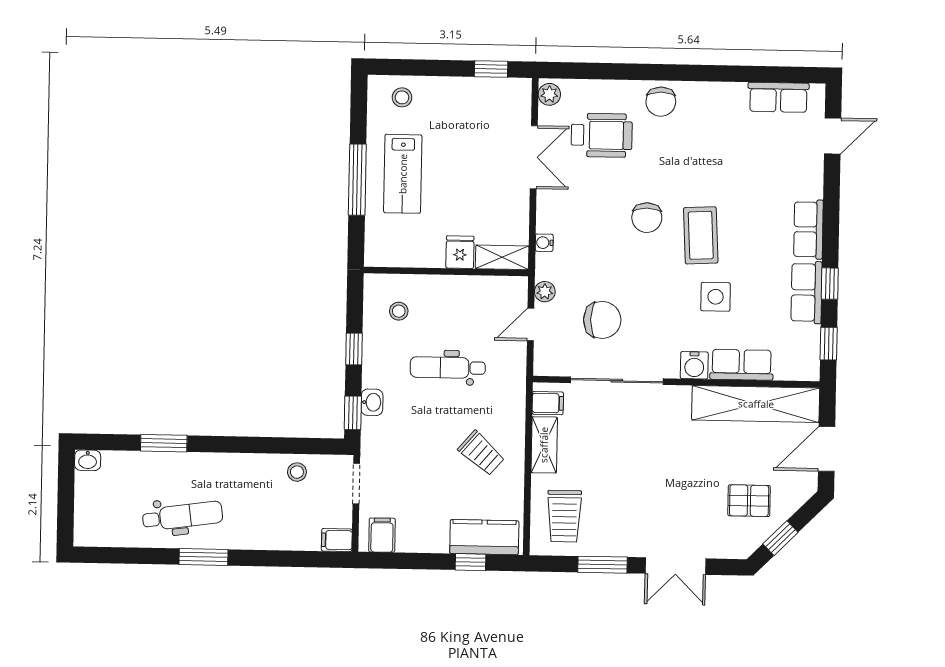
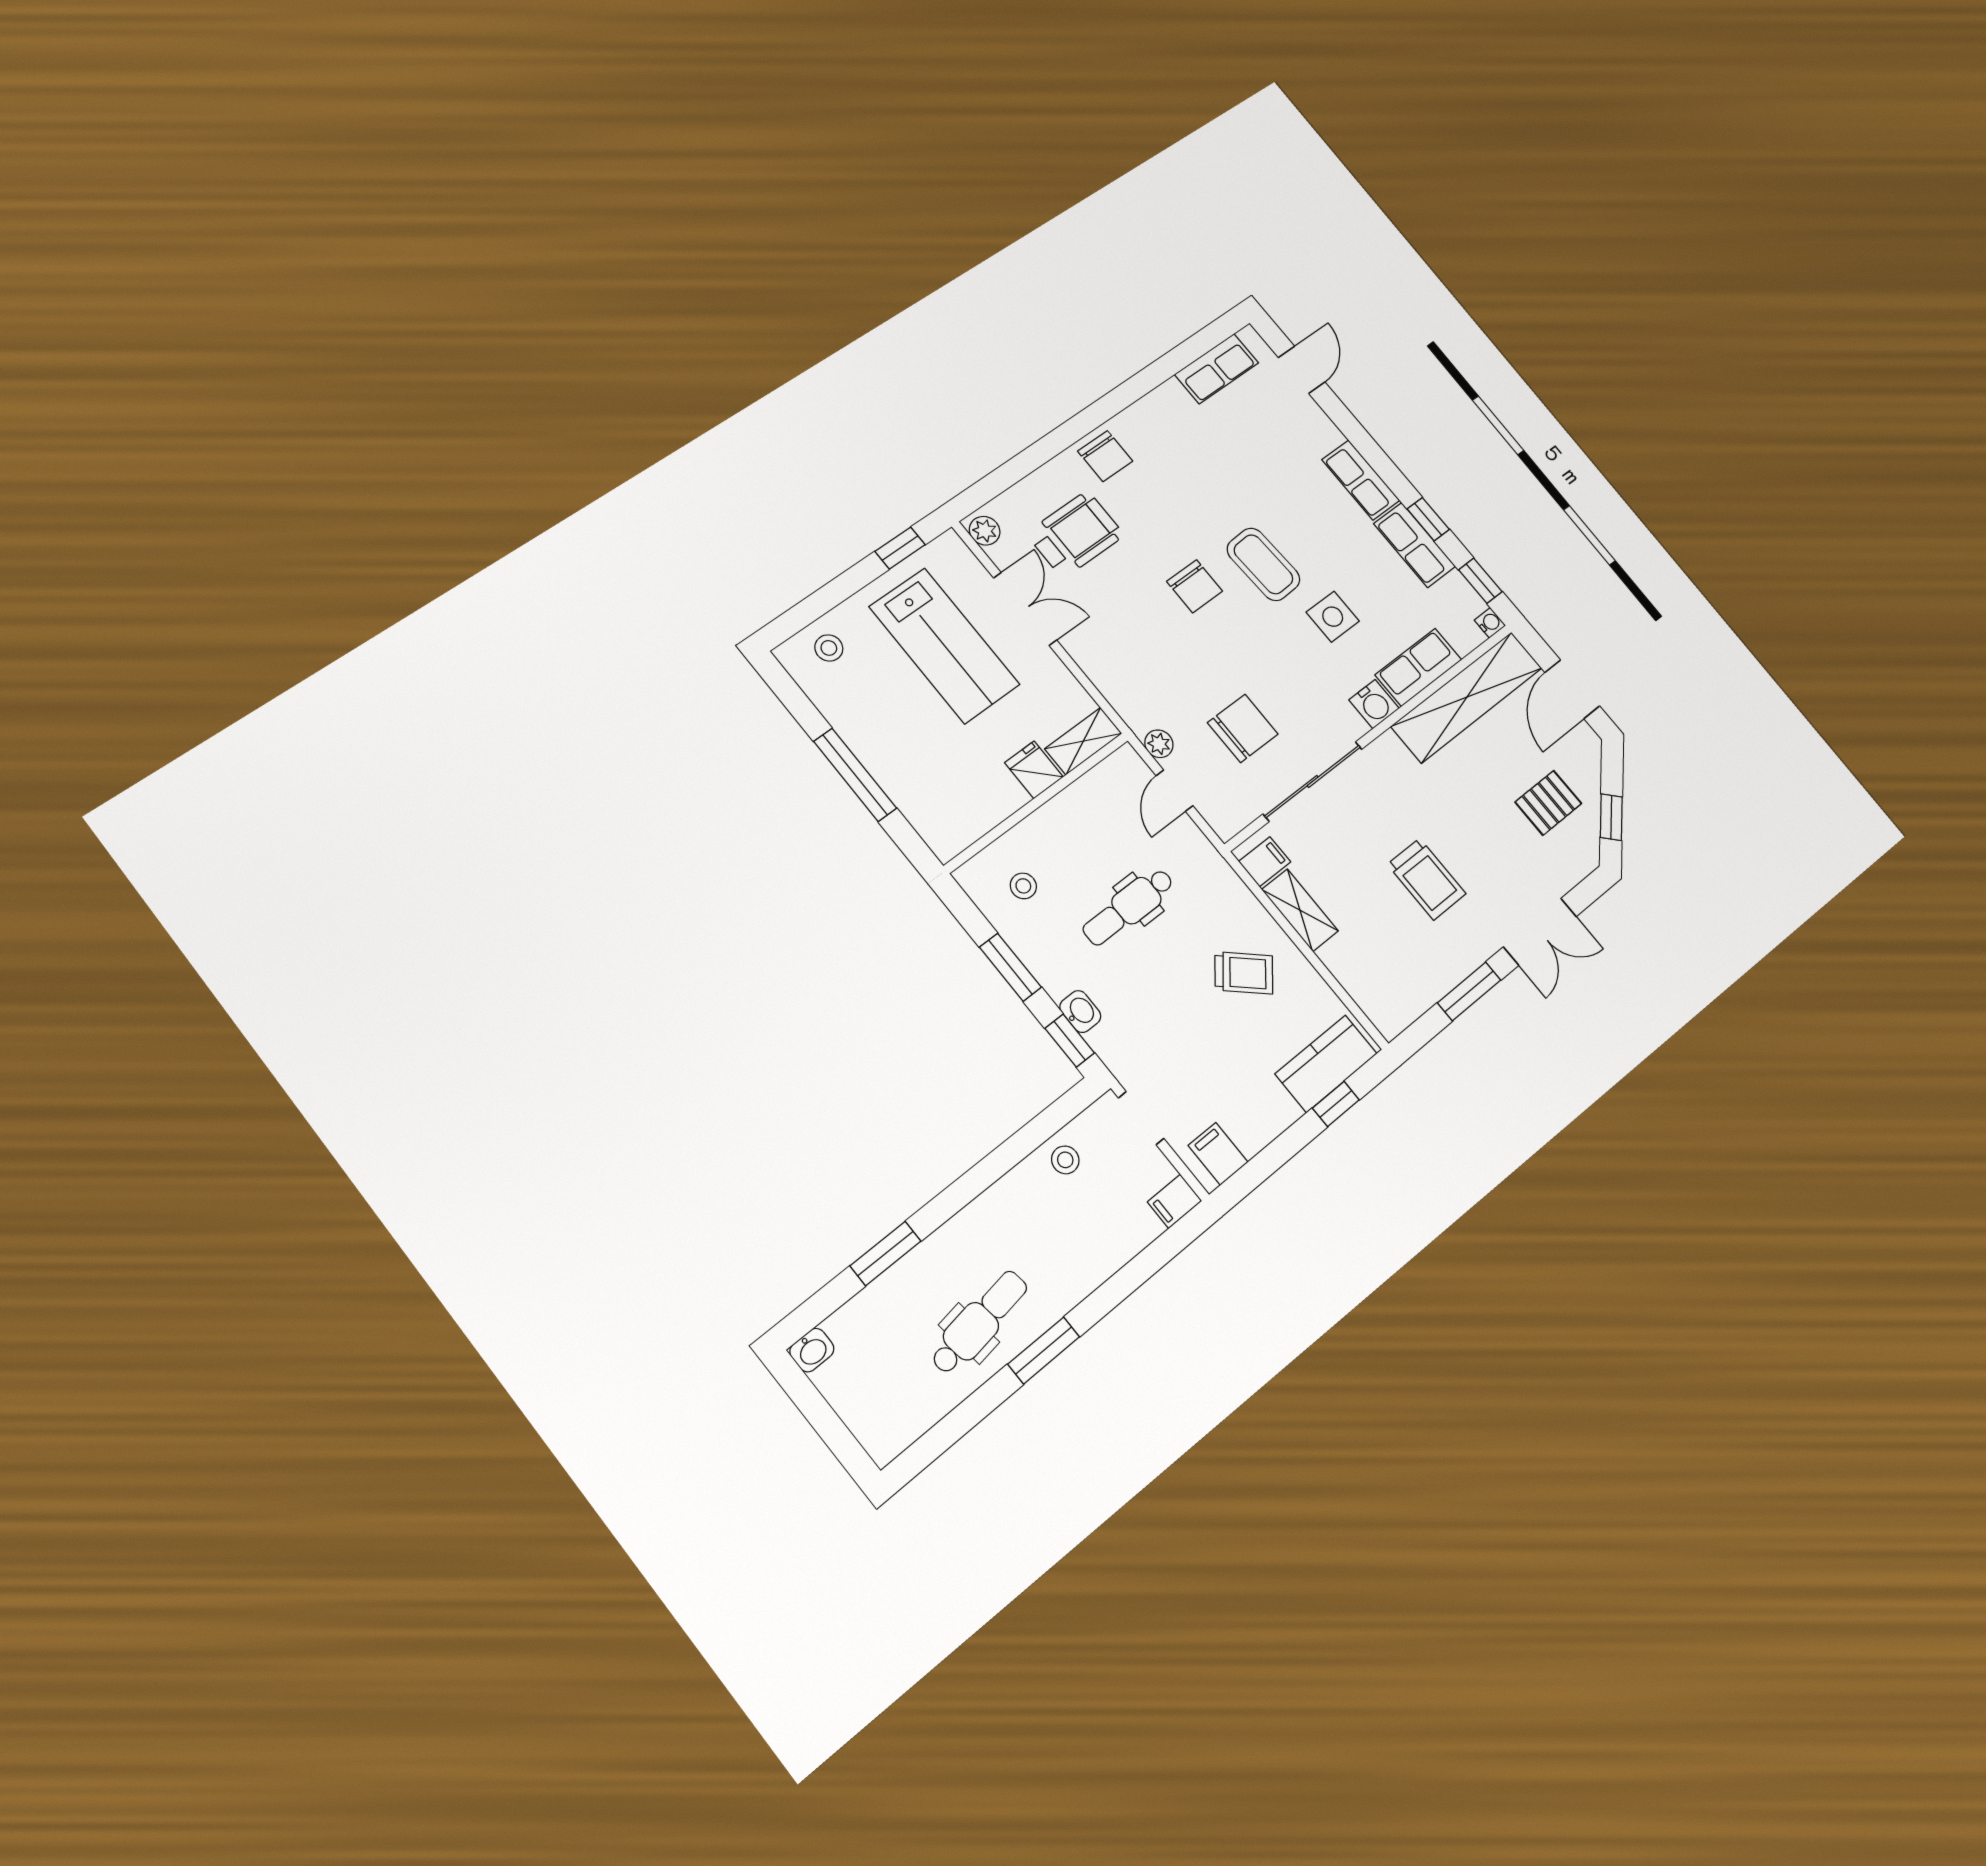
lab bench: (403, 174) -> (944, 646), moved, width x1.36, depth x1.39
water cooler: (544, 243) -> (1490, 623), moved, turned 180
window: (354, 349) -> (1010, 967), width x1.50
trolley: (564, 516) -> (1427, 879), moved

